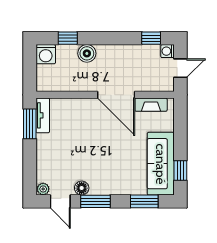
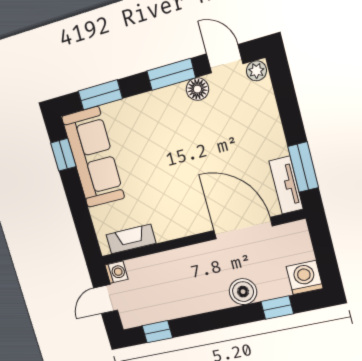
washing machine: (167, 51) -> (116, 272), moved
door: (116, 95) -> (243, 228), moved

